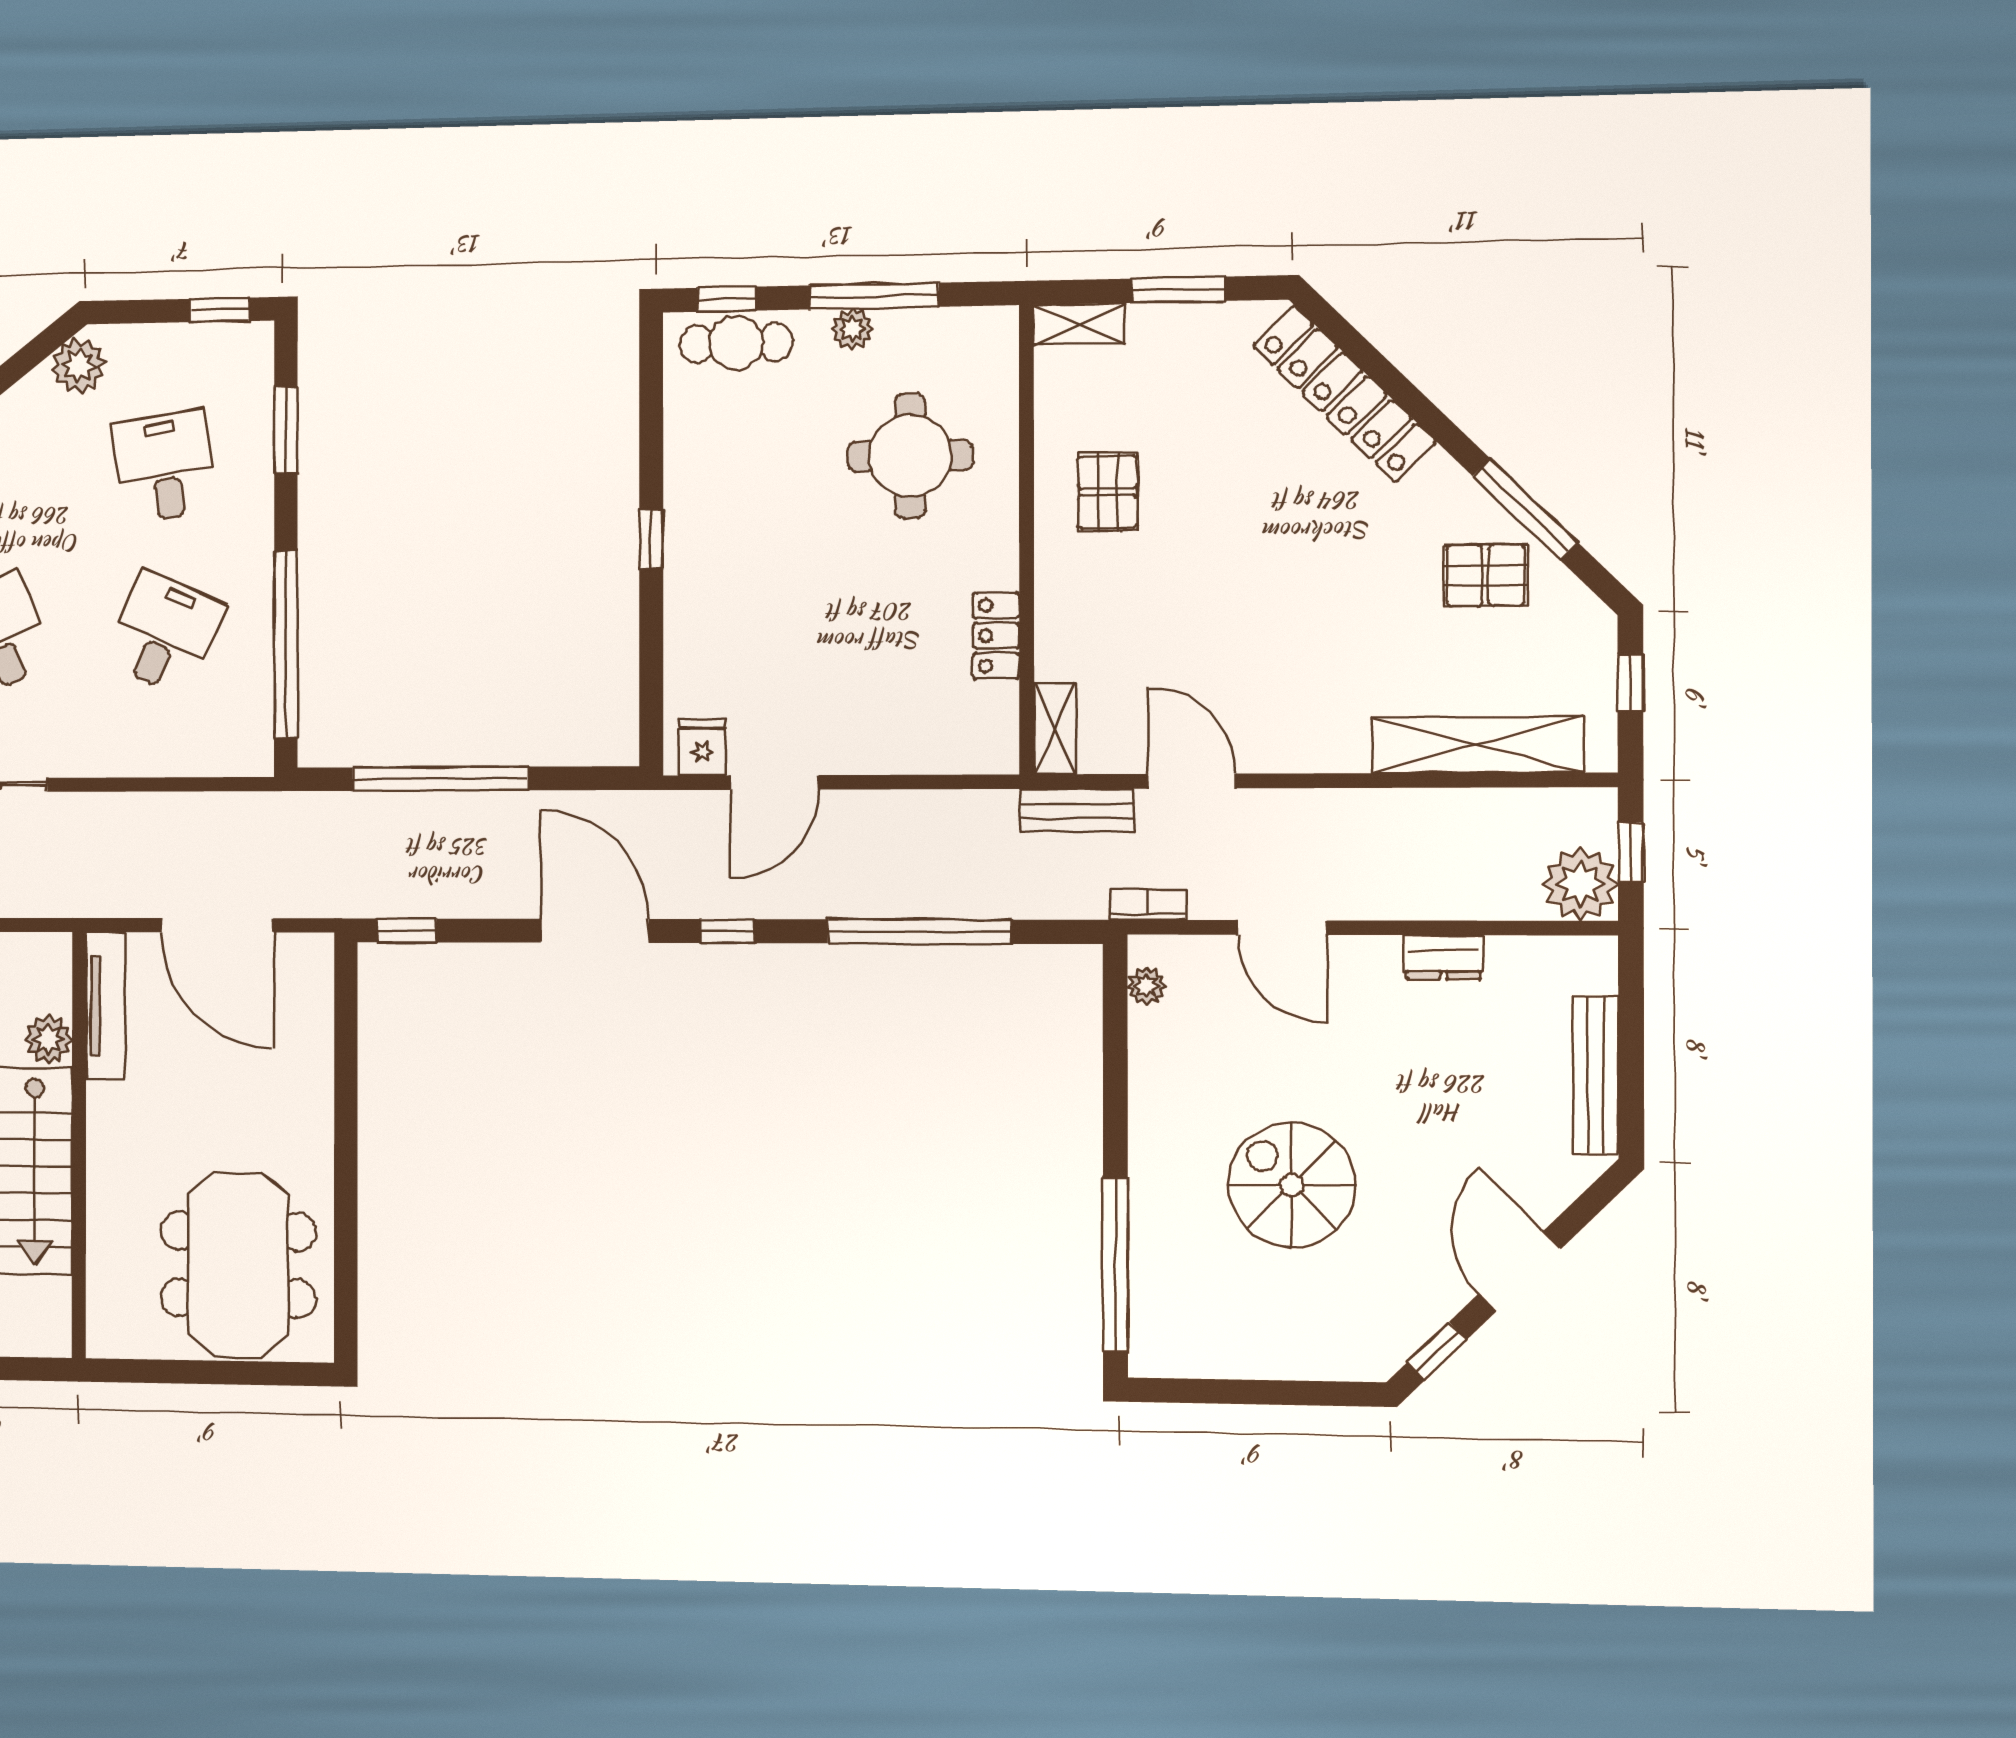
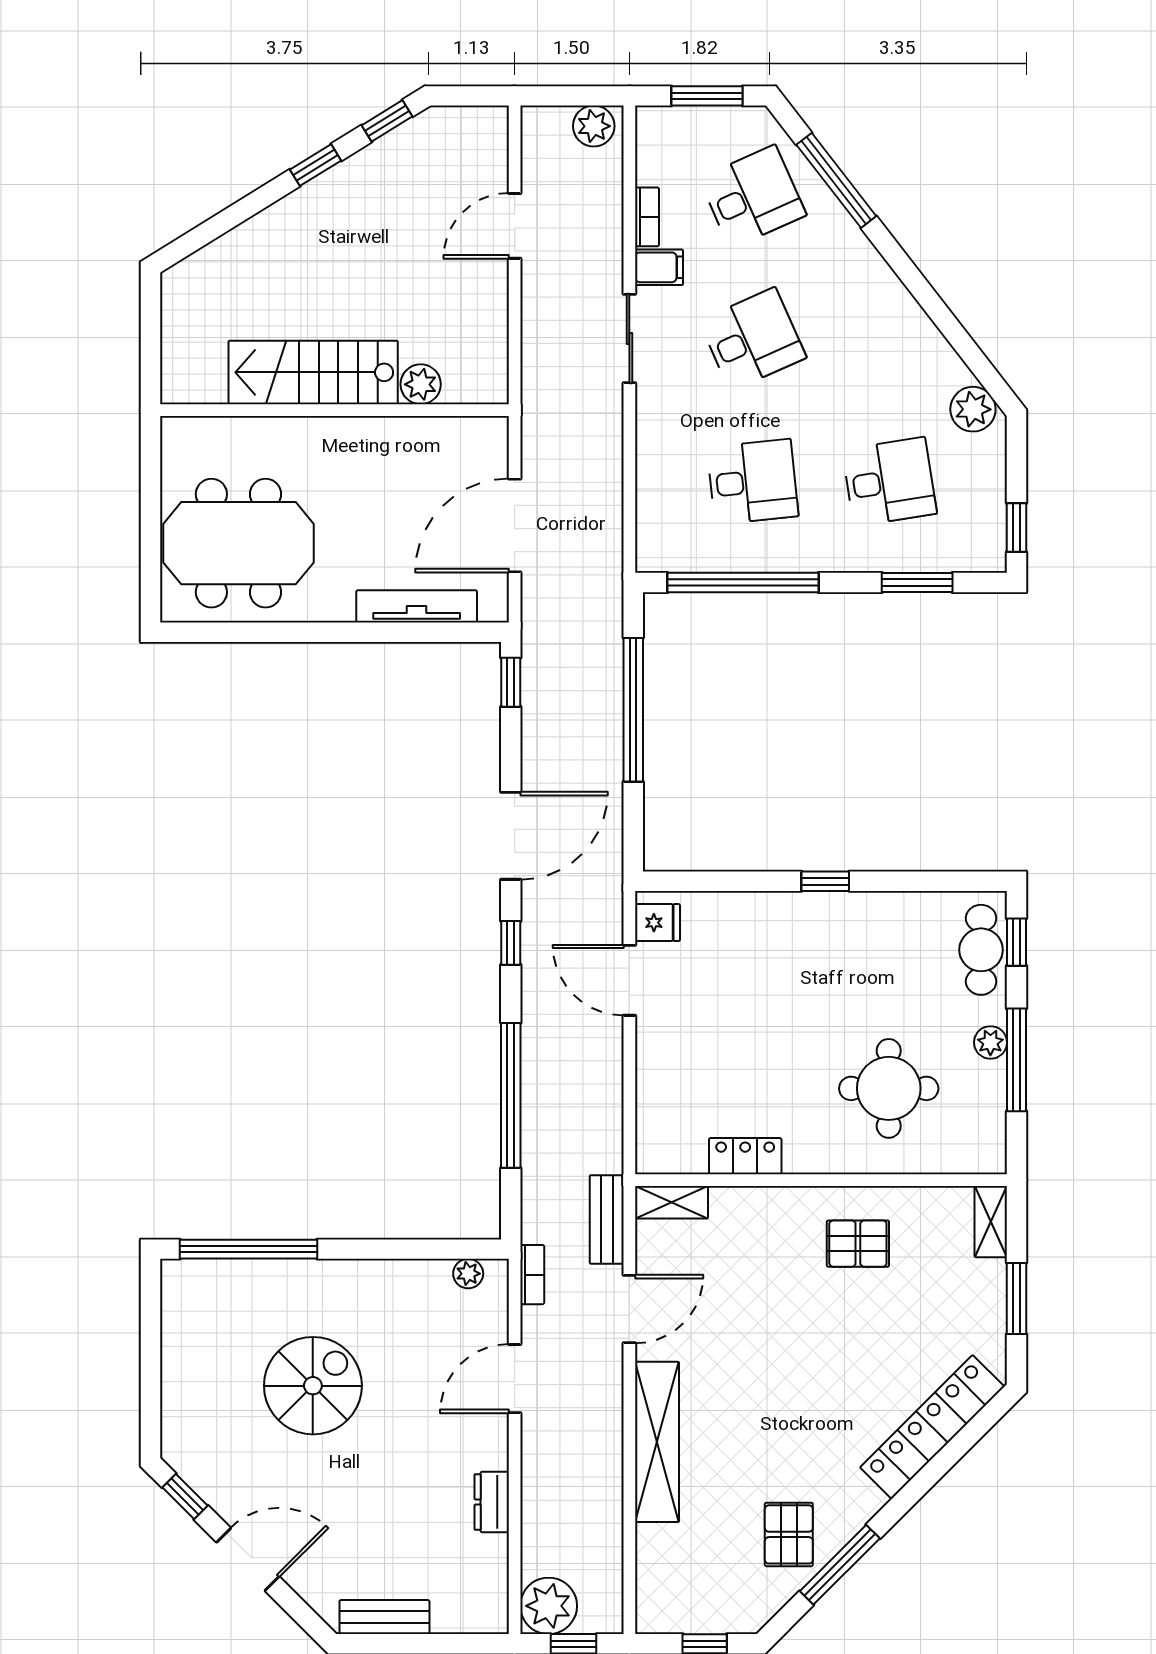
desk: (165, 634) -> (753, 482), turned -30
shelving: (1478, 745) -> (657, 1442), moved
tv unit: (105, 1006) -> (417, 606), moved, turned 180
bench: (1596, 1075) -> (384, 1617), width x0.73

